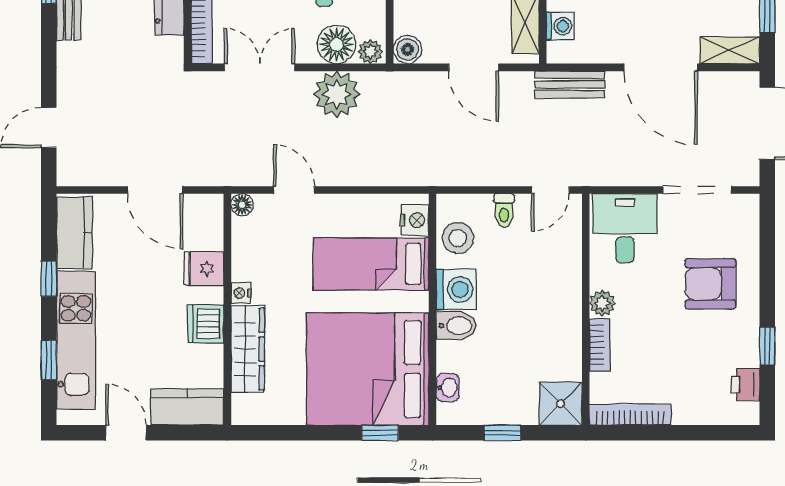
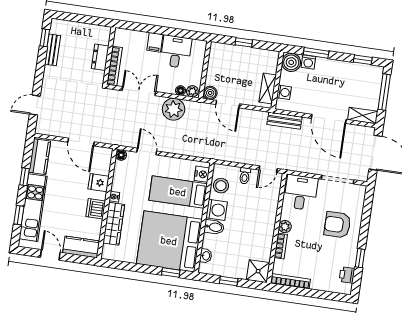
floor lamp: (337, 44) -> (181, 91), width x0.53, depth x0.53
door: (474, 67) -> (228, 104), moved

